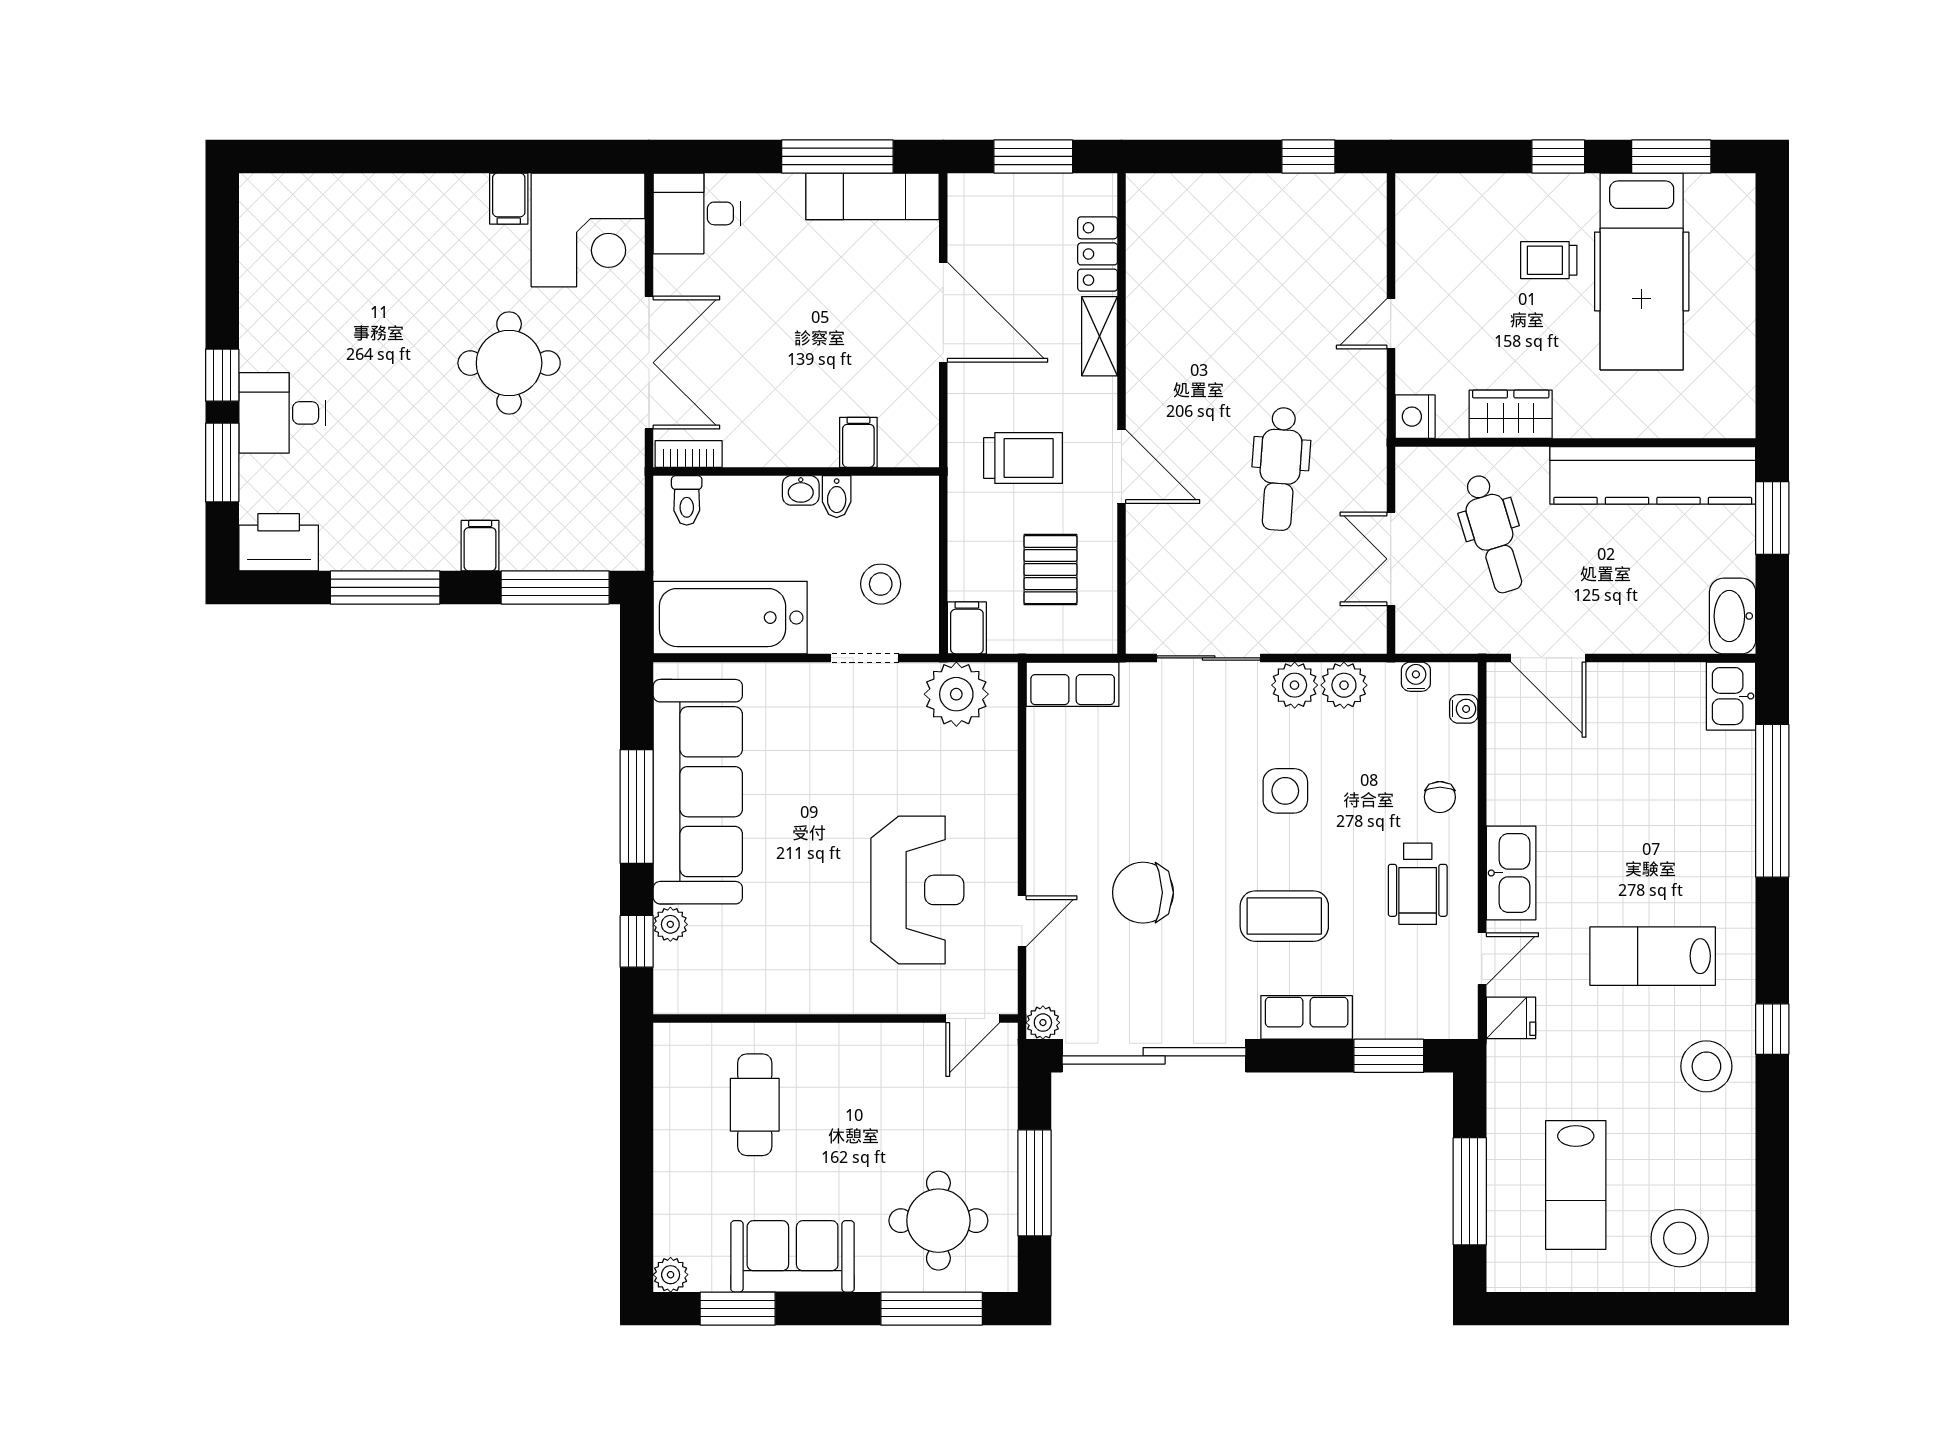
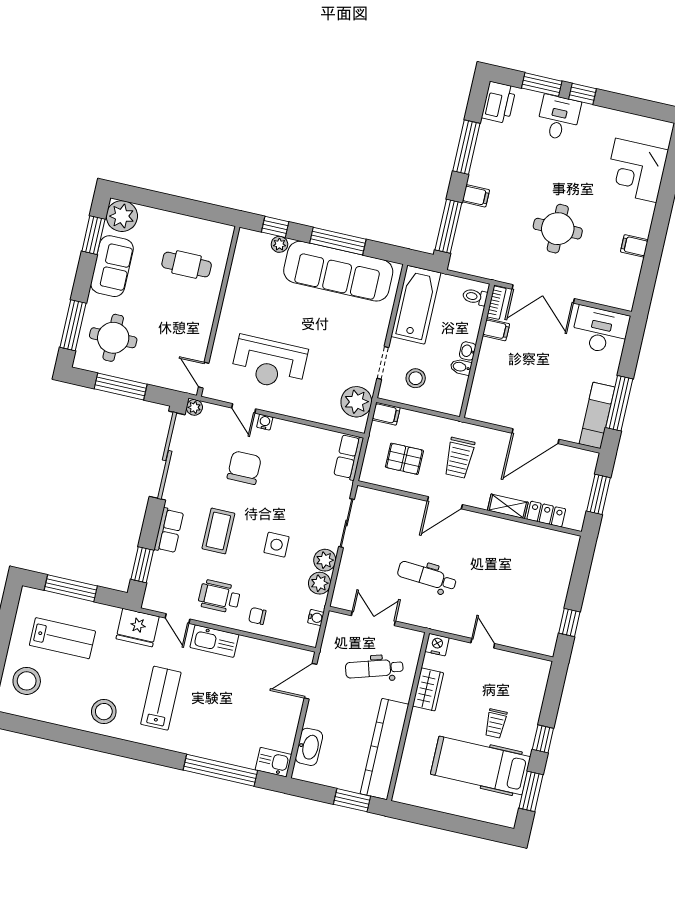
desk: (697, 213) -> (601, 330), width x1.37
corner desk: (588, 230) -> (636, 170), moved
trolley: (1549, 260) -> (496, 723), turned 180
filing cabinet: (858, 442) -> (496, 330), moved
washbasin: (1733, 616) -> (309, 747), moved, turned 90
water cooler: (1464, 709) -> (265, 422), moved, turned 180
fridge: (1511, 1018) -> (138, 628), width x1.88, depth x1.34
window: (1772, 1029) -> (114, 746), removed
lab bench: (1576, 1185) -> (62, 638), turned 180
plant: (671, 1275) -> (122, 216), width x1.87, depth x1.87

